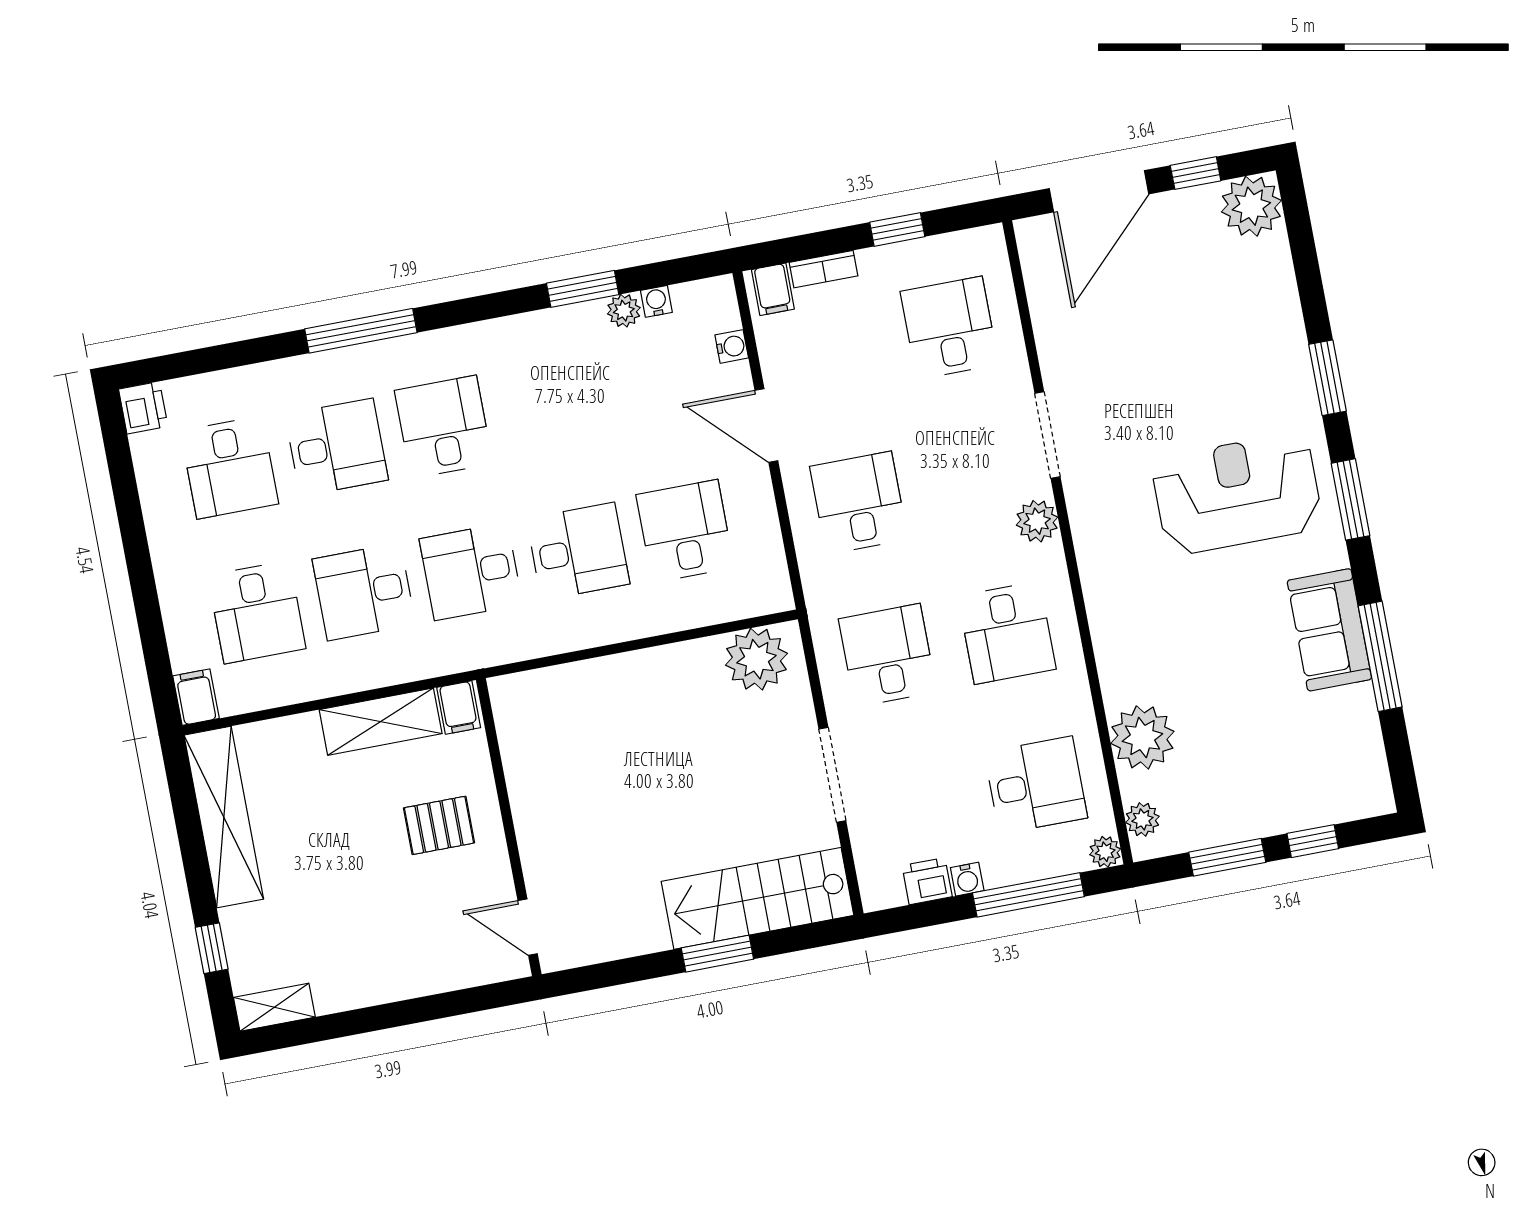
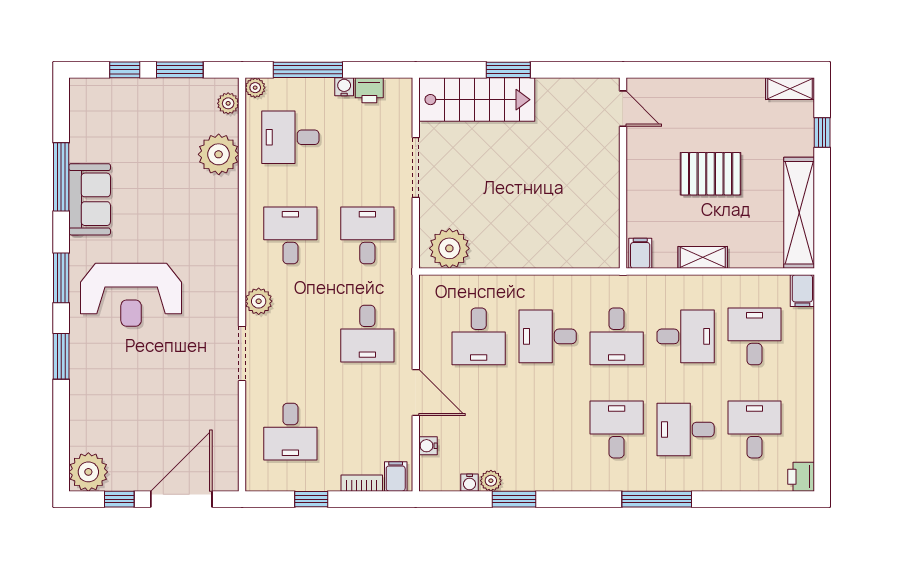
desk: (444, 427) -> (617, 430), turned 180
desk: (471, 572) -> (617, 336), turned 90
desk: (888, 655) -> (367, 235), turned 180
shelving: (381, 722) -> (703, 257), width x0.67, depth x0.75
pallet: (439, 825) -> (711, 174), moved, width x1.50, depth x1.42

